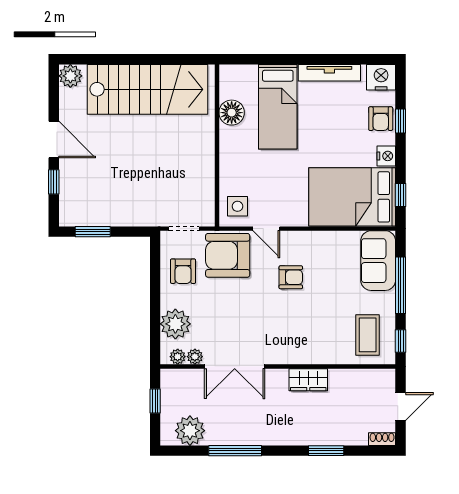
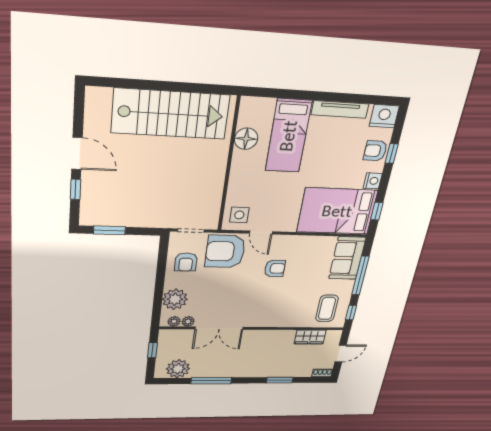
plant: (70, 76) -> (96, 97), removed
armchair: (381, 119) -> (375, 151), turned 90
wardrobe: (308, 380) -> (310, 337), moved

